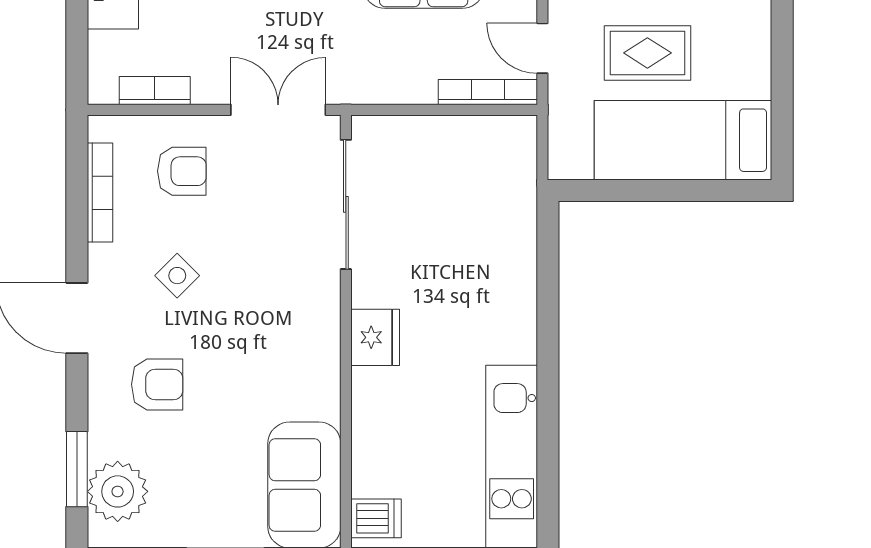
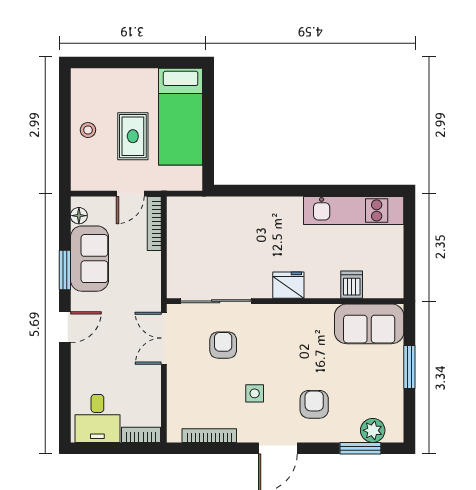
bookcase: (155, 91) -> (141, 435), moved, turned 90
armchair: (182, 171) -> (223, 345), moved
side table: (177, 276) -> (255, 393), turned 45
plant: (118, 491) -> (373, 430), width x0.73, depth x0.73
dishwasher: (376, 518) -> (352, 285), moved

